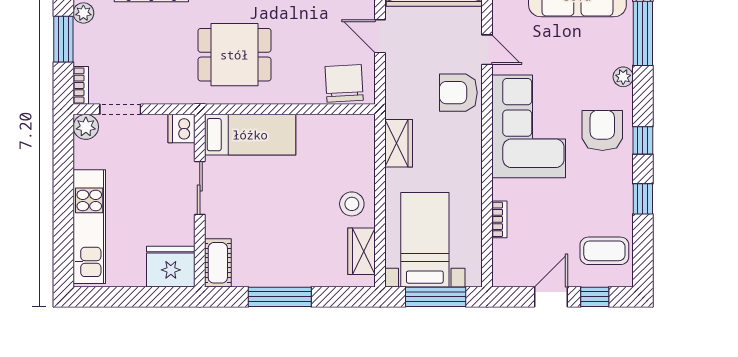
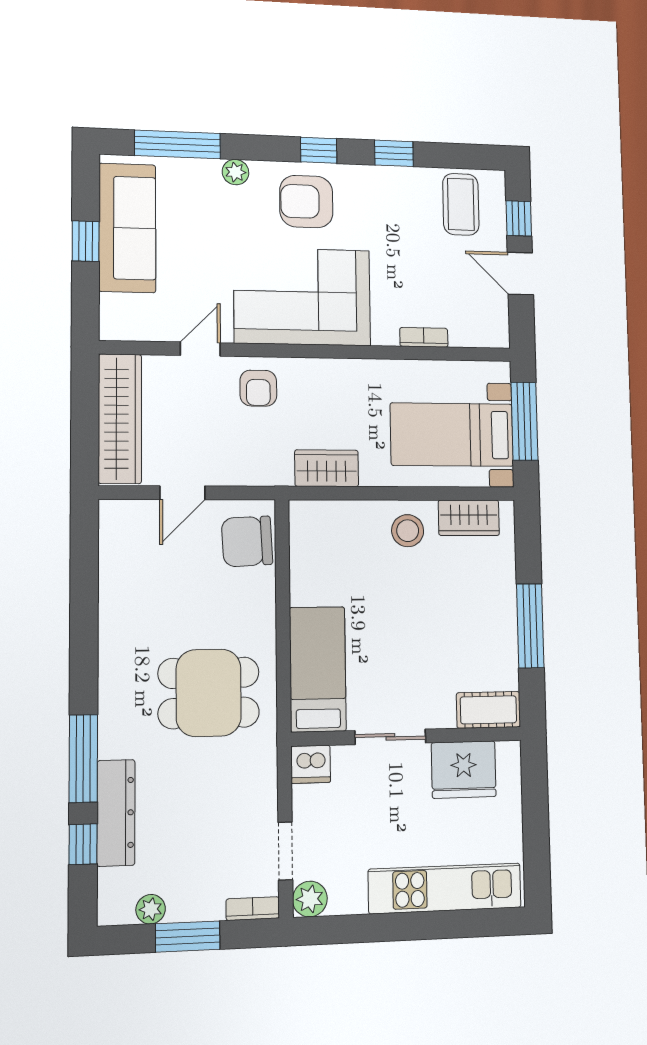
dining table: (234, 55) -> (209, 693), turned 90
armchair: (458, 93) -> (258, 388), width x0.72, depth x0.72
fridge: (171, 267) -> (464, 770), moved, turned -90

